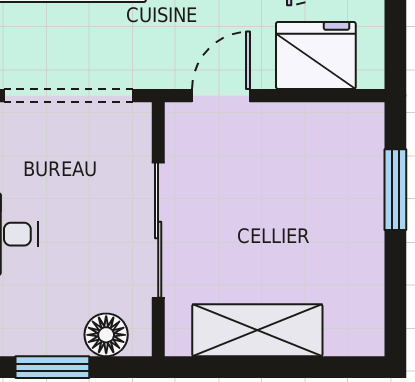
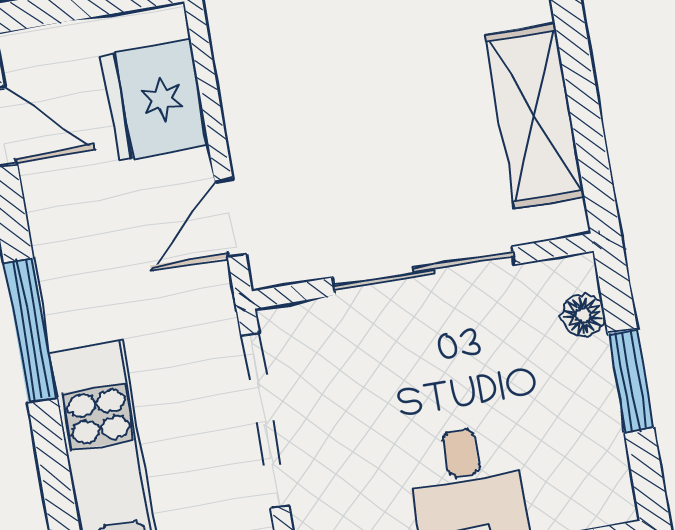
door: (221, 96) -> (230, 218), hinge flipped
floor lamp: (106, 335) -> (583, 315), width x0.73, depth x0.73

